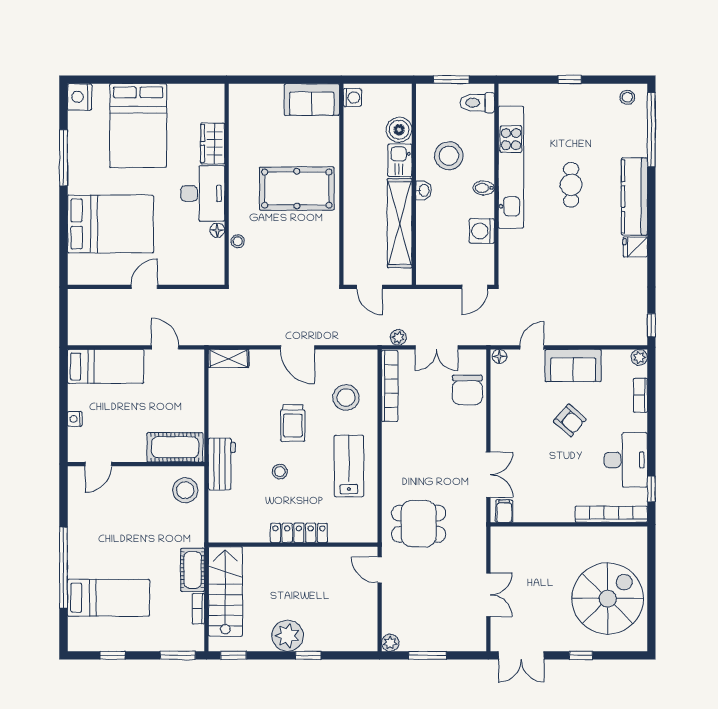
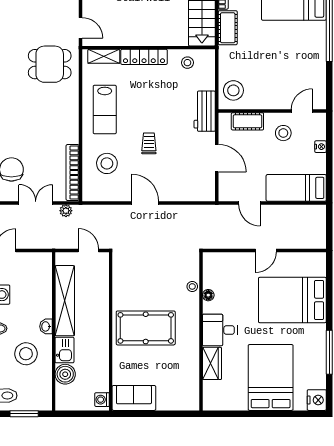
desk: (203, 193) -> (220, 330), width x0.73
shelving: (229, 358) -> (104, 56), moved
door: (206, 404) -> (217, 158), added
trolley: (293, 423) -> (149, 143), width x0.73, depth x0.72
stool: (122, 436) -> (283, 133), added
cot: (175, 447) -> (247, 121), width x0.73, depth x0.75
stool: (280, 472) -> (187, 63), moved

